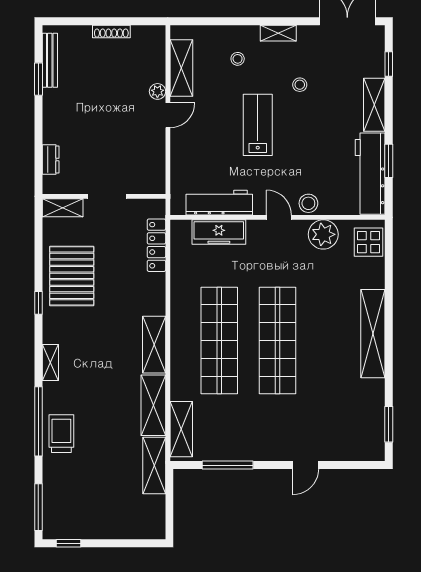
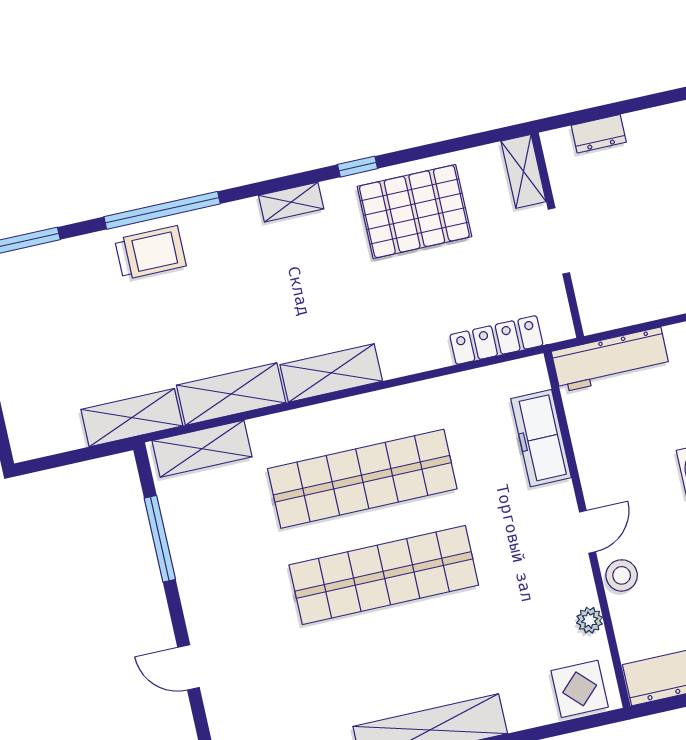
workbench: (219, 203) -> (611, 360), moved, turned 90
plant: (323, 234) -> (590, 620), width x0.53, depth x0.53
shelving: (50, 363) -> (291, 202), moved

